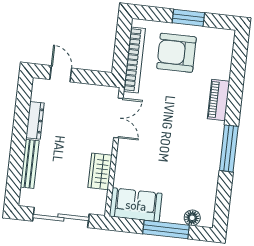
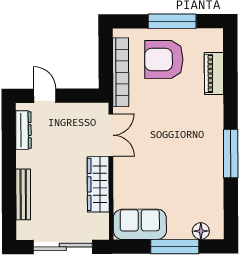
window: (188, 18) -> (172, 21), width x1.44
piano: (219, 100) -> (214, 73), moved
dresser: (35, 120) -> (23, 130), moved
wardrobe: (100, 171) -> (98, 184), width x1.50

